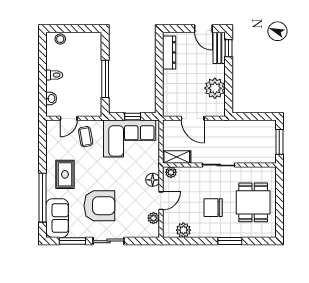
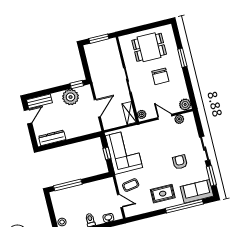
window: (229, 48) -> (77, 84), moved
window: (105, 79) -> (68, 185), moved
floor lamp: (153, 180) -> (151, 127), removed
armchair: (99, 206) -> (180, 162), width x0.53, depth x0.53
plant: (183, 230) -> (185, 104), moved

